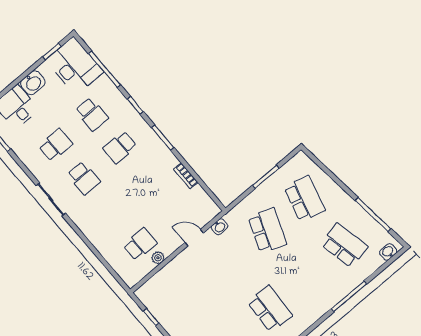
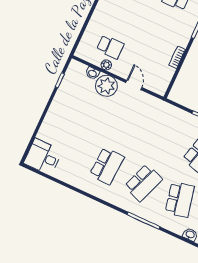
washbasin: (219, 227) -> (93, 73), moved
school desk: (267, 230) -> (143, 183), moved
plant: (181, 268) -> (106, 86), added

